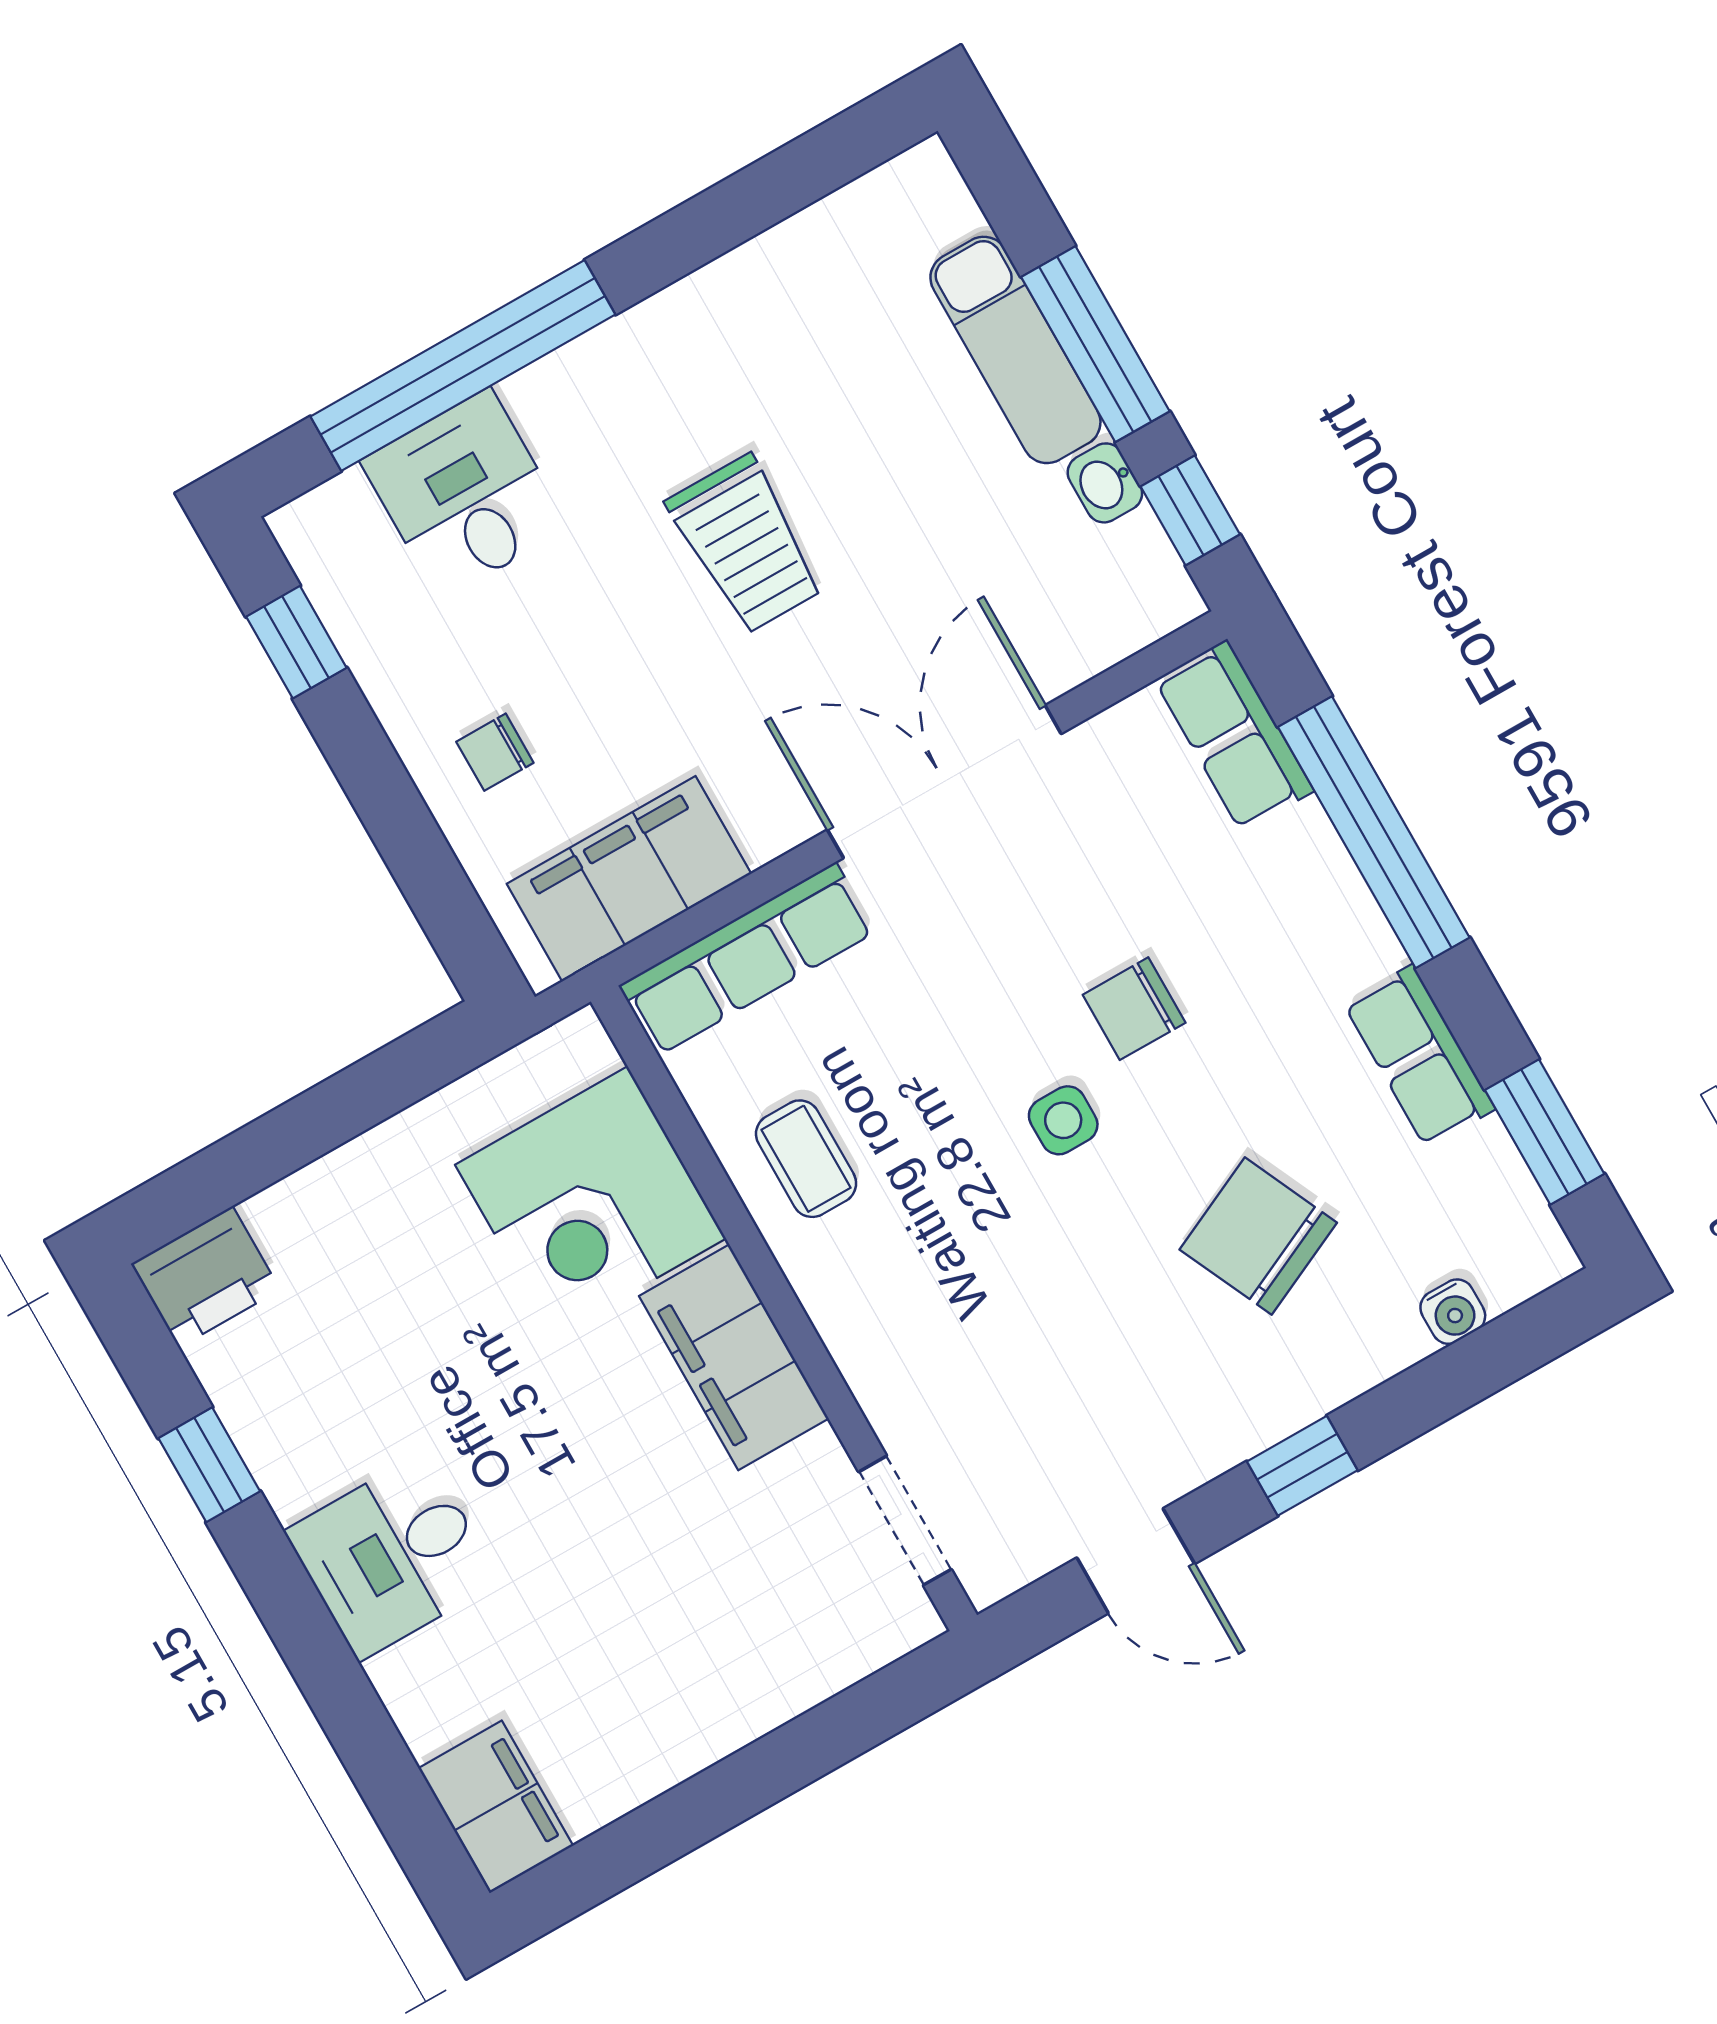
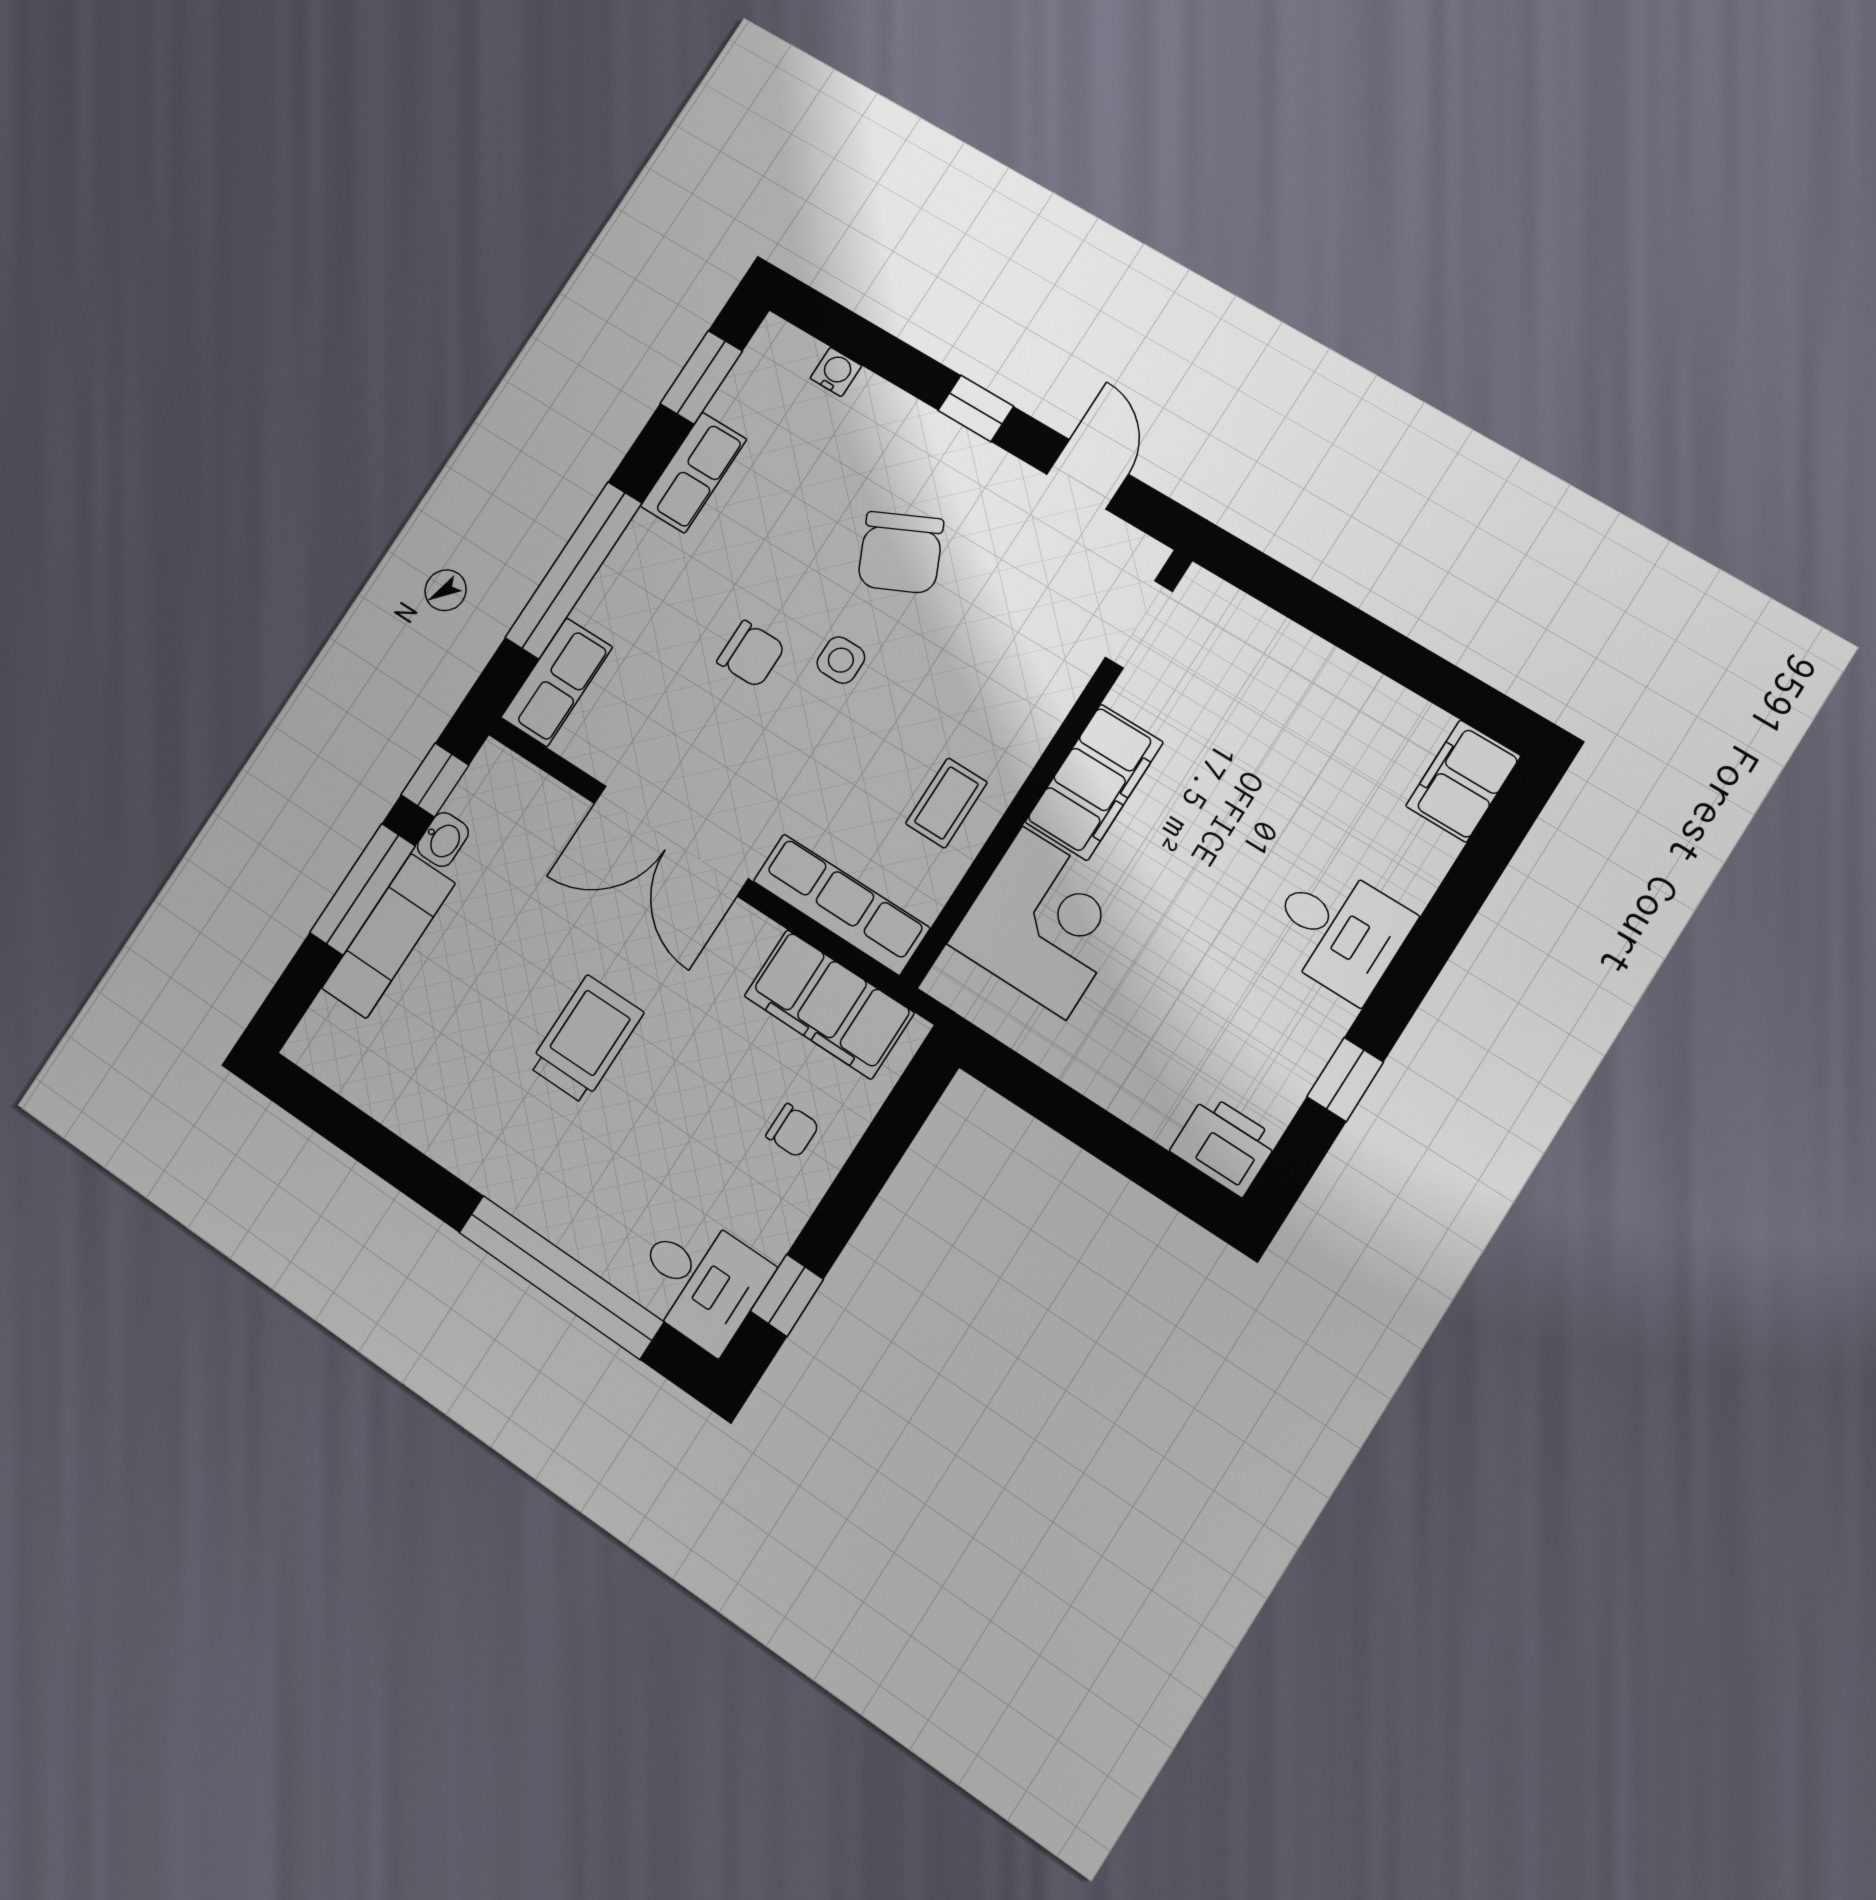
desk: (465, 494) -> (700, 1280), moved, turned -90
chair: (1258, 1236) -> (900, 553), moved

